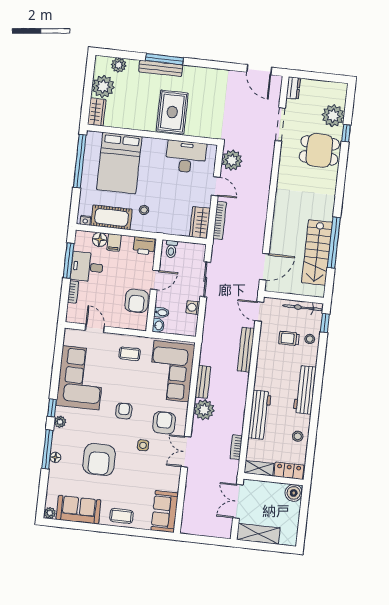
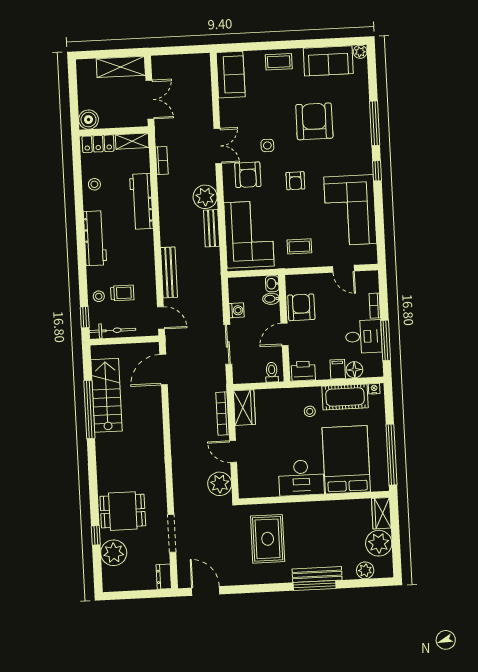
rug: (172, 112) -> (268, 539), moved
desk: (186, 157) -> (301, 478), moved
plant: (60, 422) -> (365, 157), removed
floor lamp: (55, 457) -> (364, 116), removed

